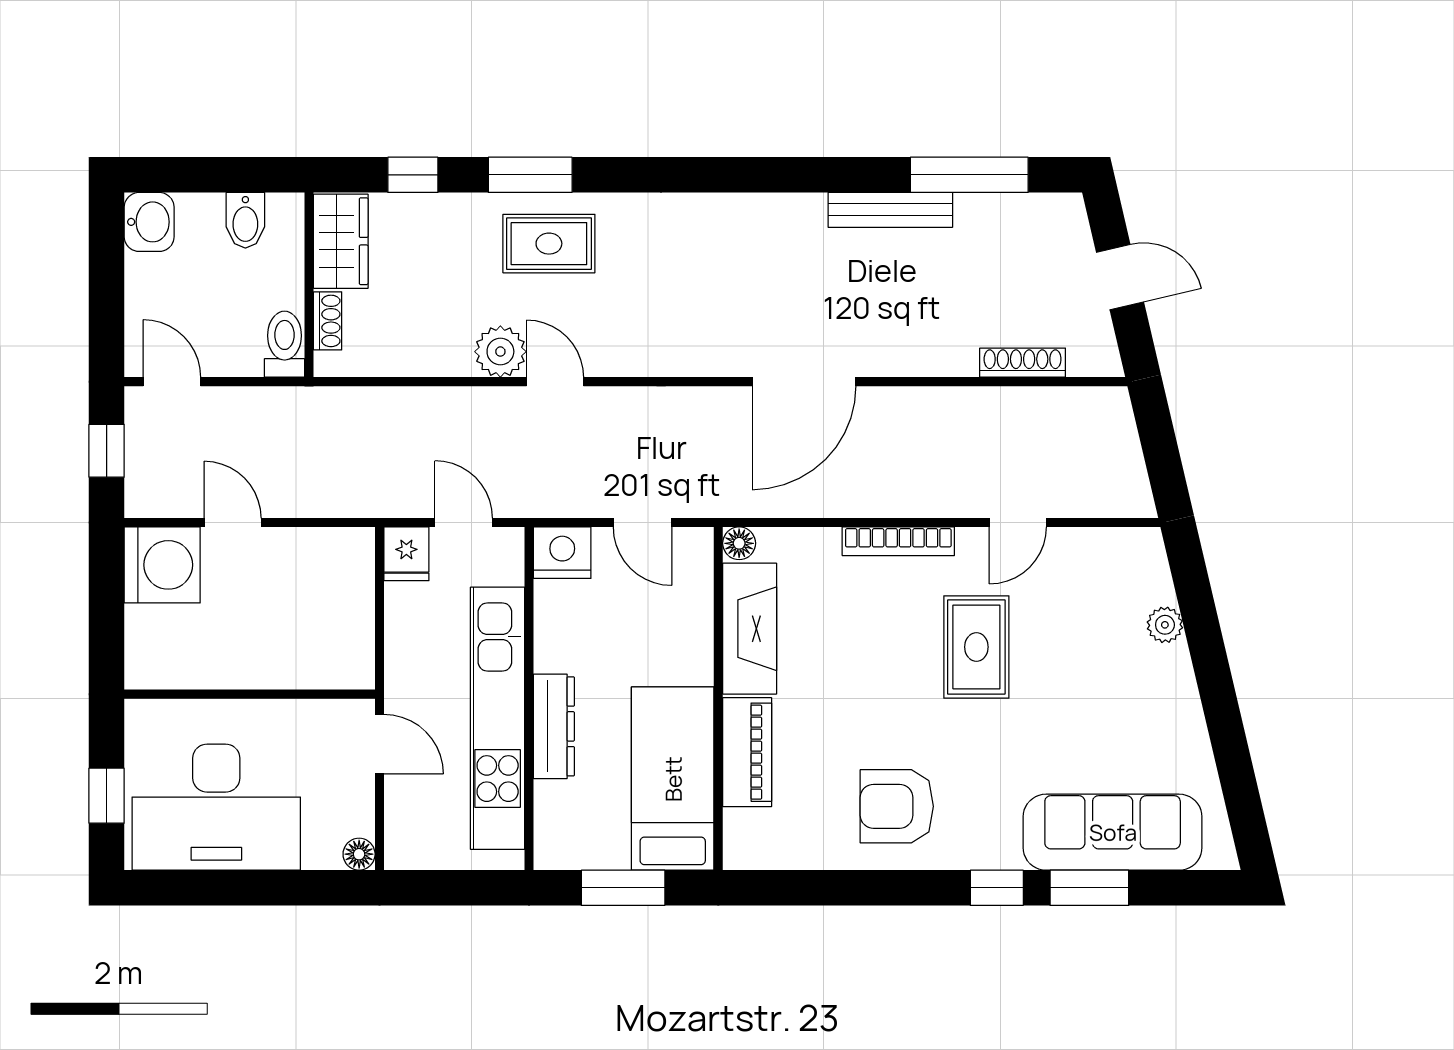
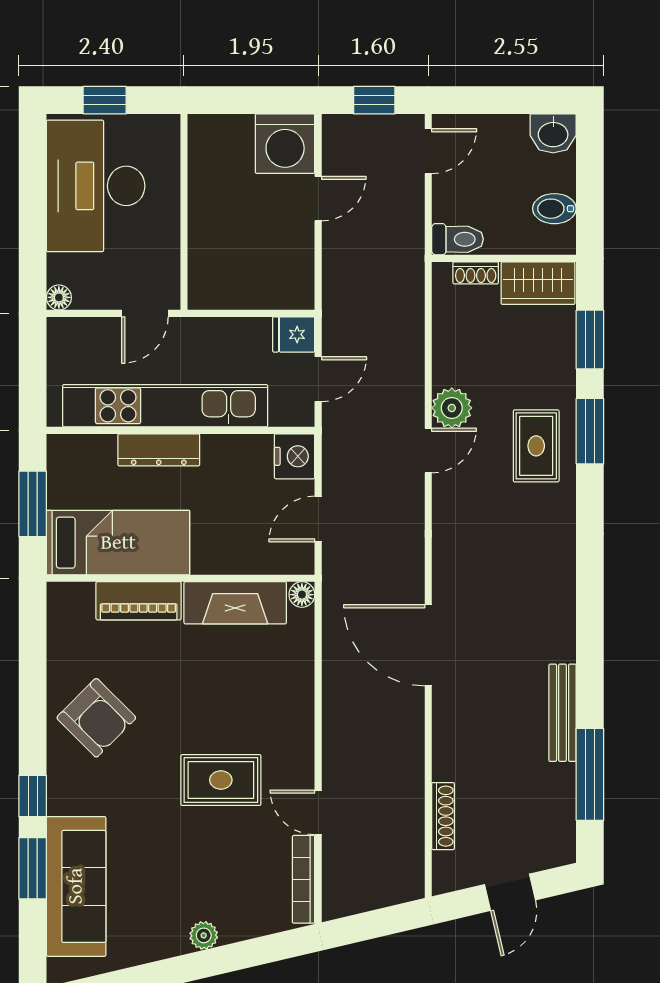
window: (413, 175) -> (590, 340), width x1.50
bookcase: (898, 541) -> (303, 879), moved
plant: (1165, 625) -> (204, 935), moved
armchair: (897, 806) -> (96, 718), turned 135

